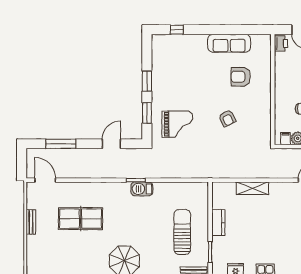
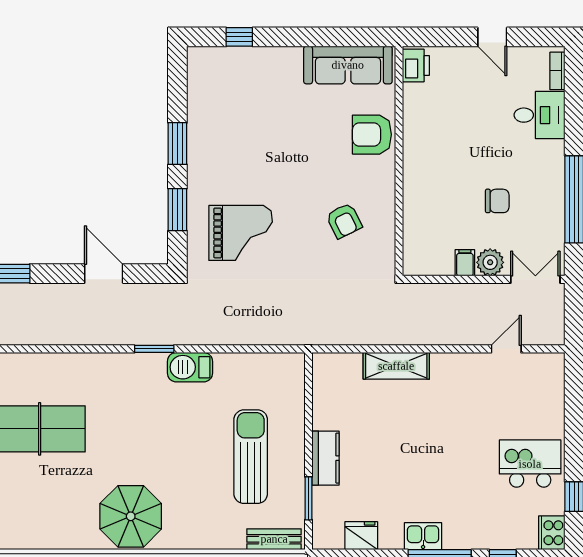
printer: (281, 43) -> (416, 66), moved
wall: (273, 90) -> (399, 161), moved
door: (111, 144) -> (104, 274), hinge flipped
barbecue: (142, 189) -> (190, 367), moved
kitchen counter: (218, 223) -> (326, 458), moved

